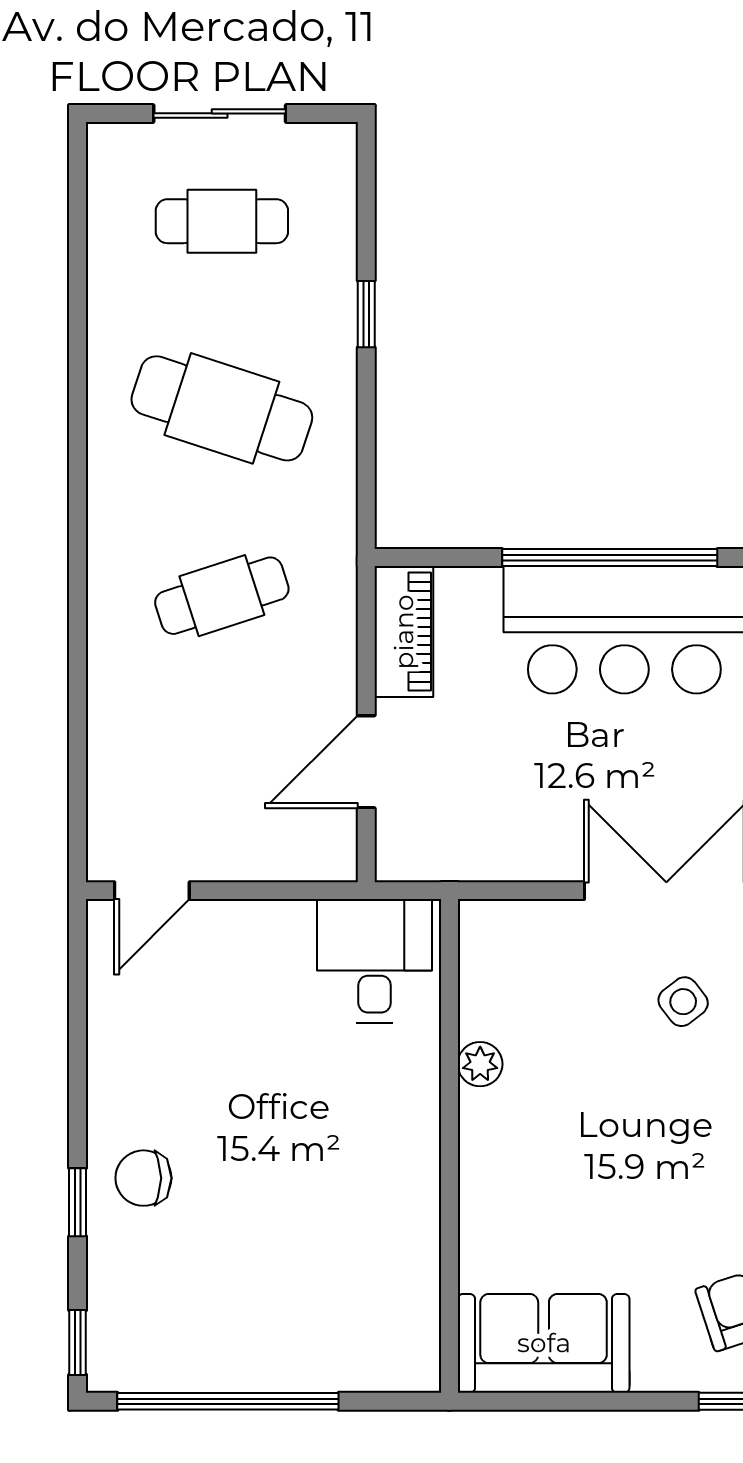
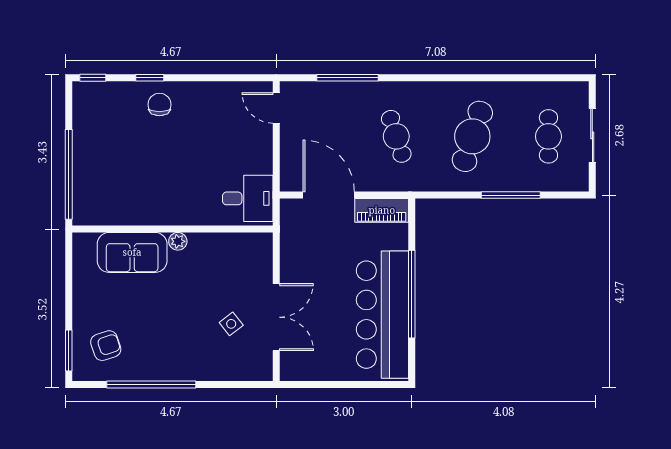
window: (366, 314) -> (511, 195), width x2.17
window: (78, 716) -> (347, 78), added
door: (366, 762) -> (329, 195), width x1.36
plant: (480, 1064) -> (178, 241), moved
sofa: (544, 1343) -> (132, 252), moved, turned 90
window: (228, 1401) -> (69, 174), moved

